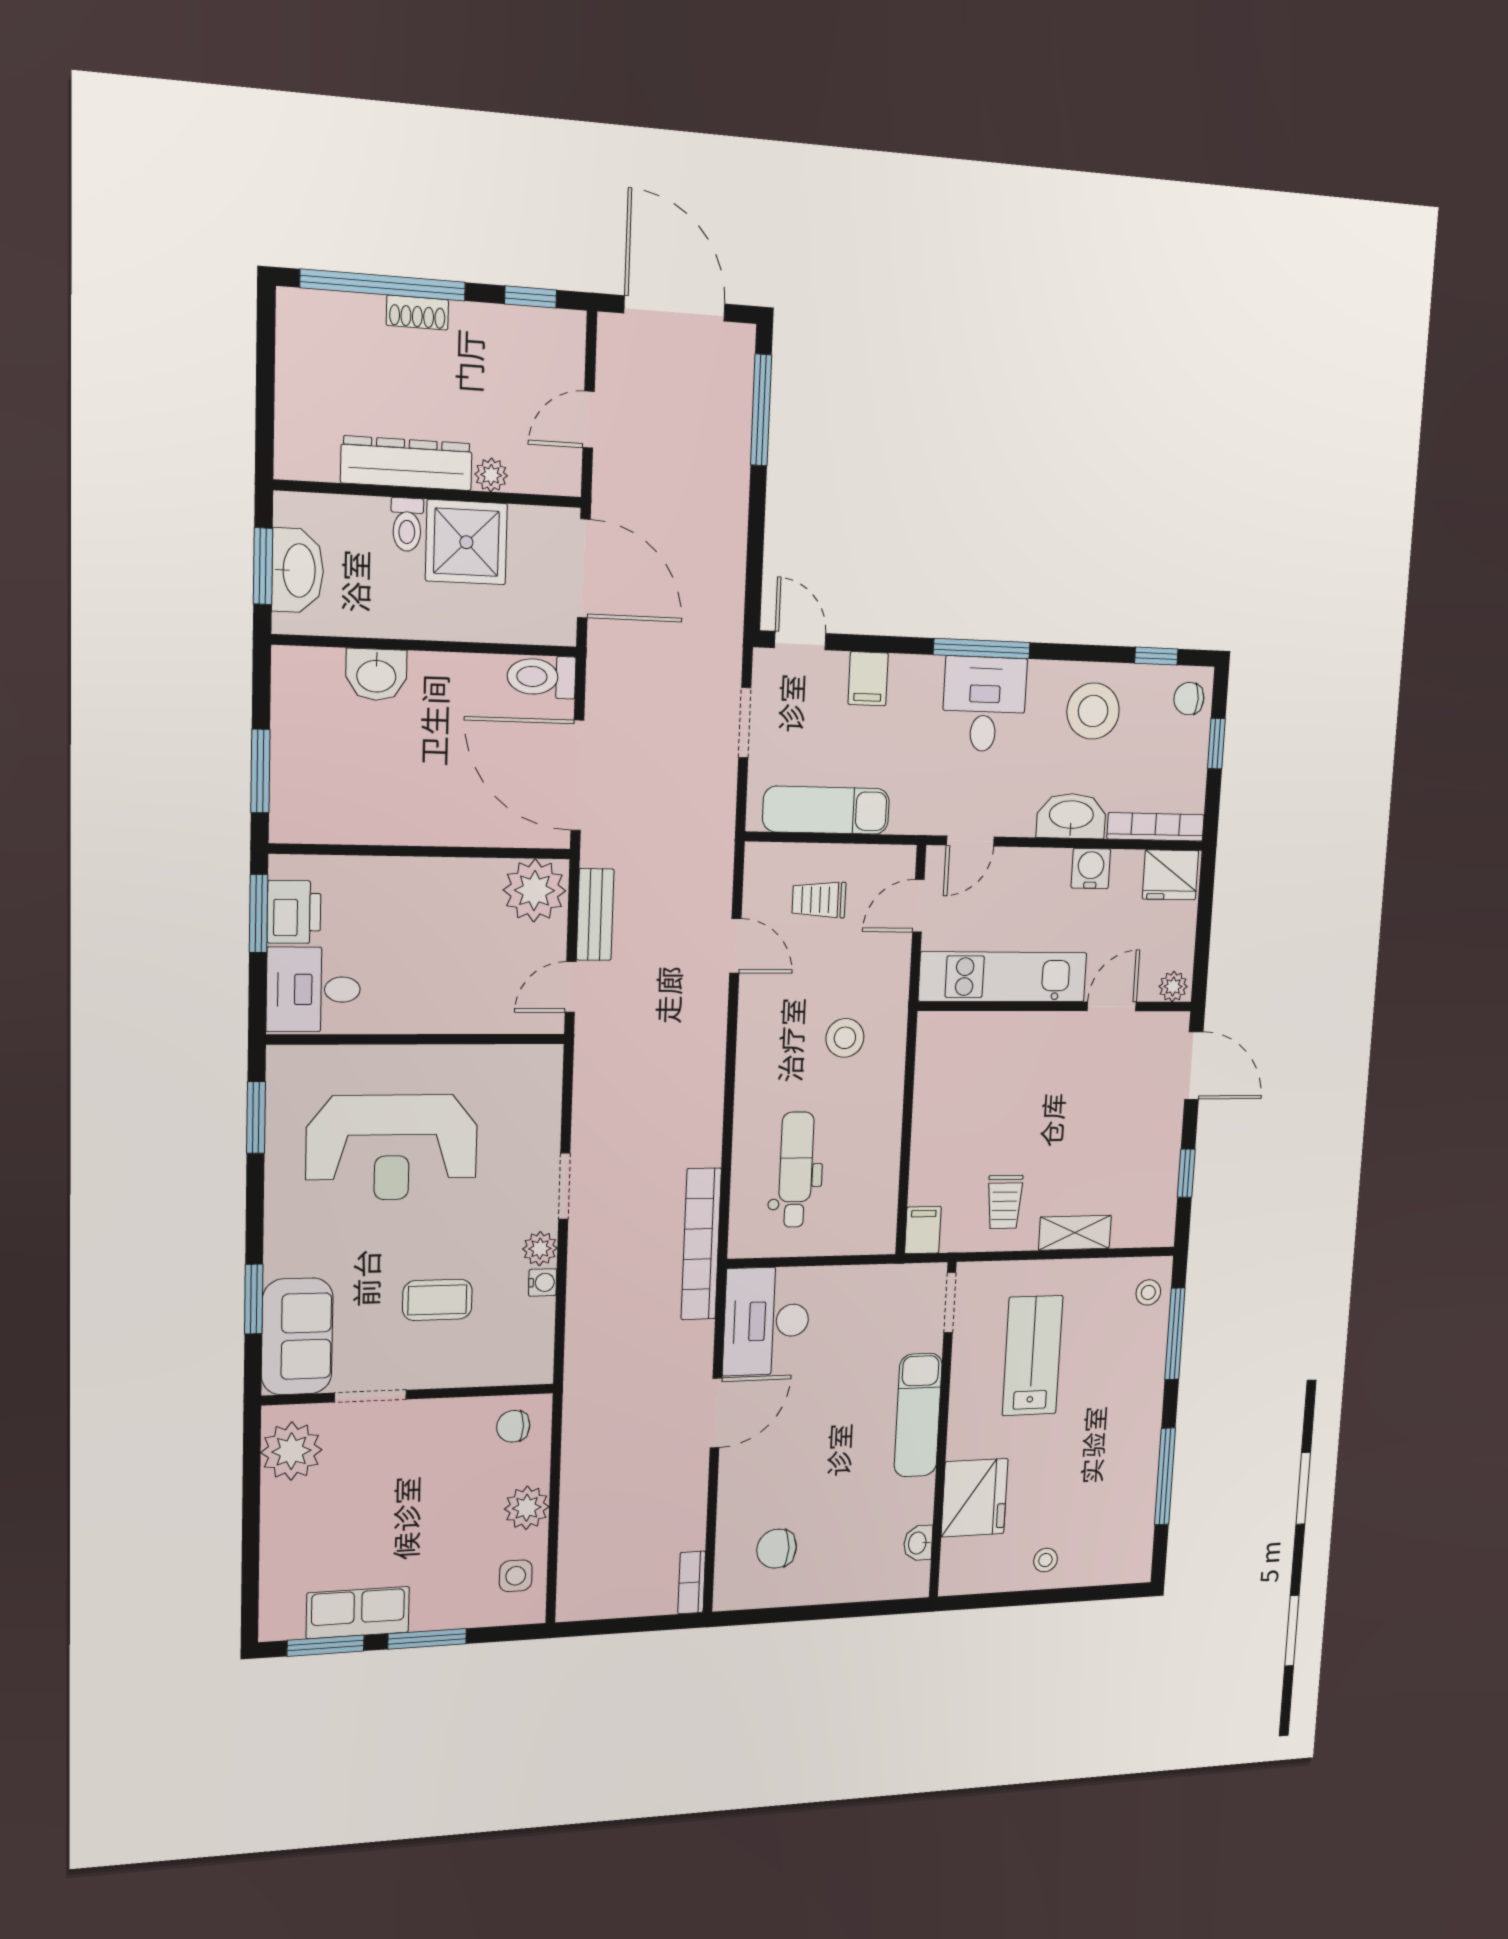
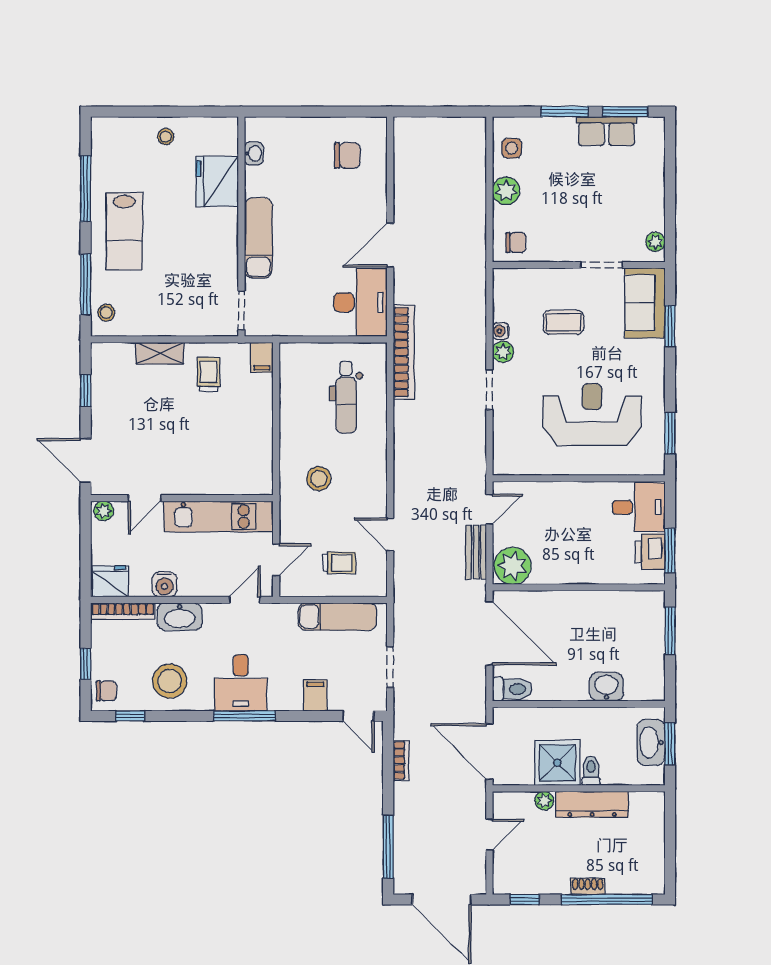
lab bench: (1033, 1356) -> (124, 231), moved
plant: (291, 1451) -> (655, 242), width x0.53, depth x0.53
bookcase: (692, 1583) -> (401, 760), moved

